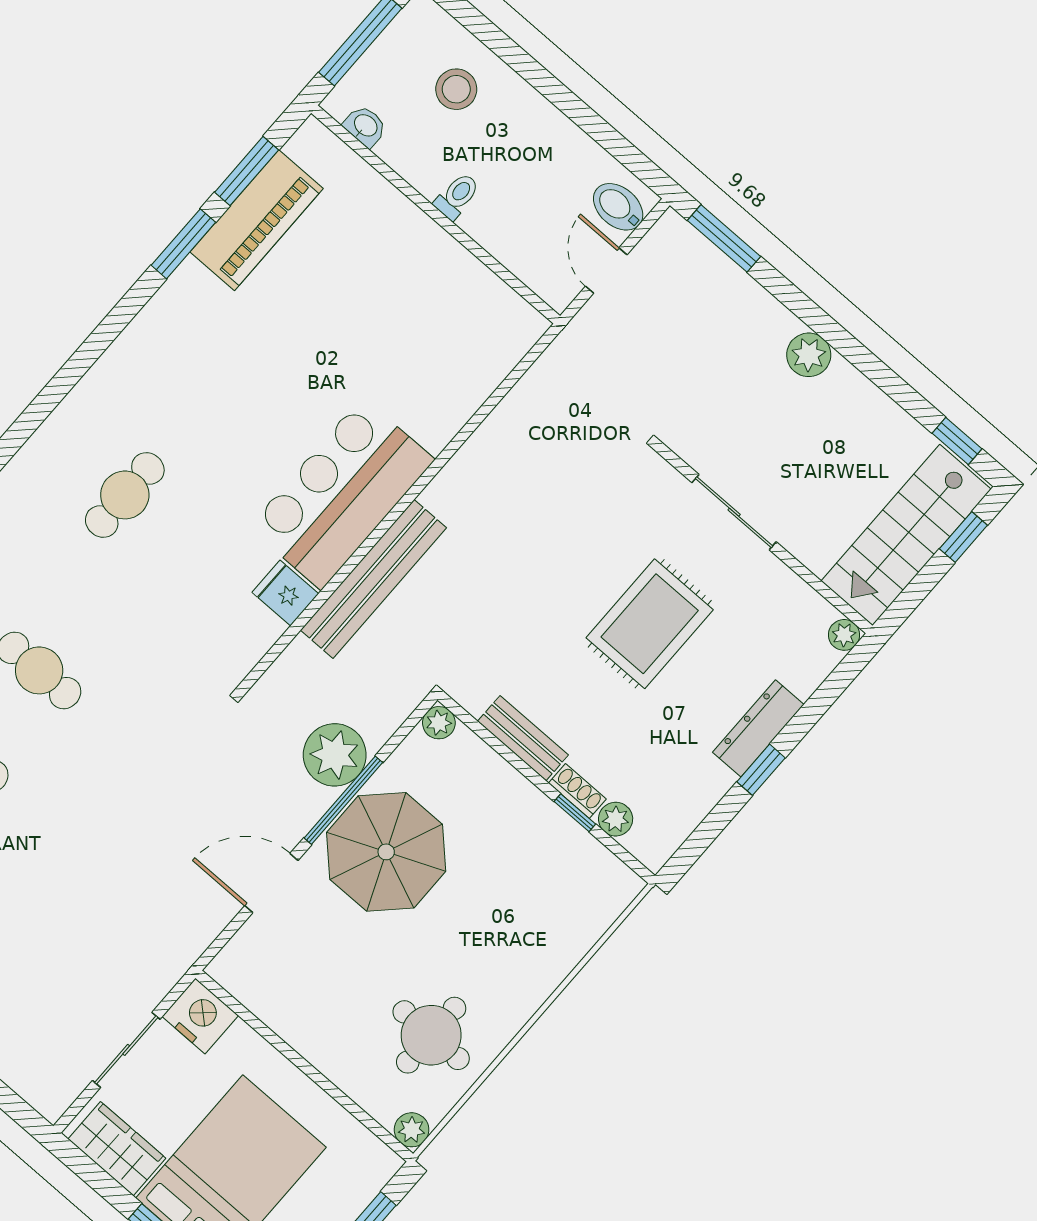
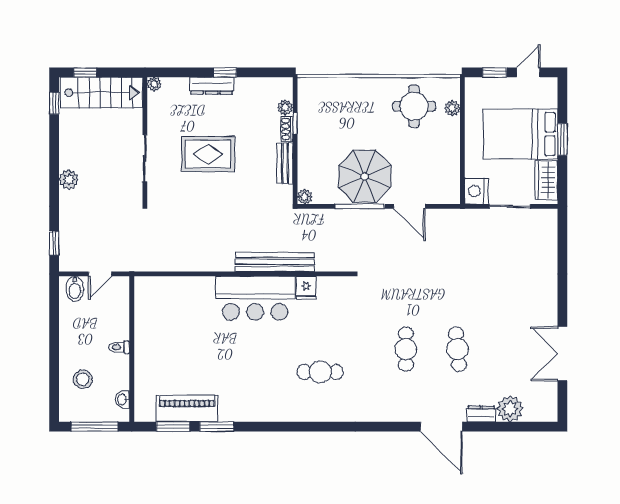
window: (724, 238) -> (54, 243), width x0.67
plant: (335, 755) -> (347, 223), removed
plant: (412, 1130) -> (452, 108), moved

